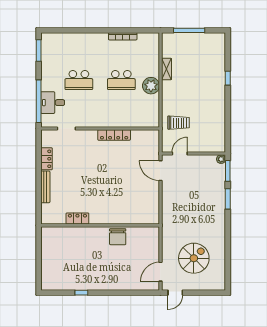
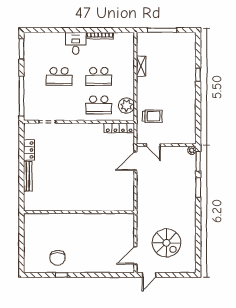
plant: (151, 86) -> (126, 105), moved
desk: (53, 103) -> (76, 43), moved, turned 90
school desk: (121, 110) -> (99, 105), added
locker: (114, 135) -> (119, 128), moved
door: (180, 154) -> (153, 145), swing flipped
door: (160, 171) -> (135, 161), hinge flipped
locker: (77, 219) -> (58, 206), removed
chair: (118, 237) -> (57, 258), moved
spiral stairs: (194, 258) -> (166, 243), turned 90

